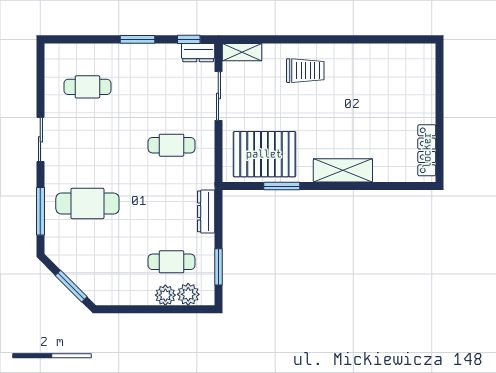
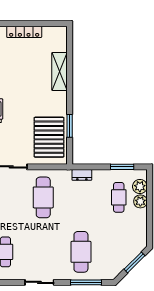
cafe table: (172, 145) -> (43, 197), width x1.37, depth x1.35
locker: (427, 150) -> (24, 32), moved
shelving: (343, 170) -> (60, 71), moved
dresser: (206, 211) -> (82, 175), width x0.70

